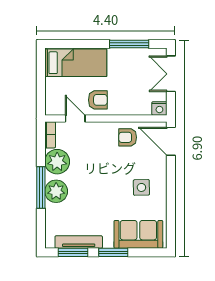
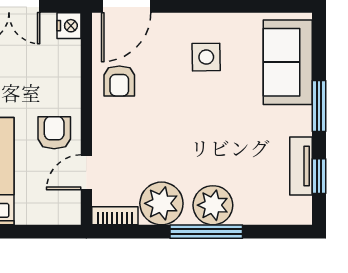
tv unit: (79, 242) -> (301, 166), width x0.71
window: (73, 252) -> (319, 176), width x0.67

